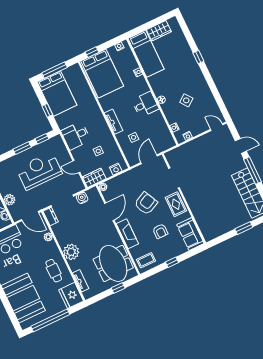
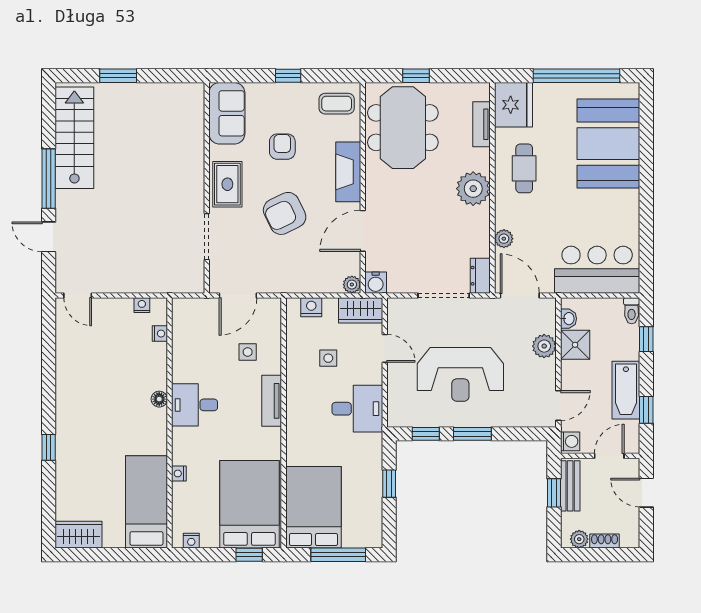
wardrobe: (159, 31) -> (79, 535), moved
bed: (57, 93) -> (314, 507), moved
side table: (186, 100) -> (112, 375), removed
water cooler: (82, 198) -> (376, 283), moved

